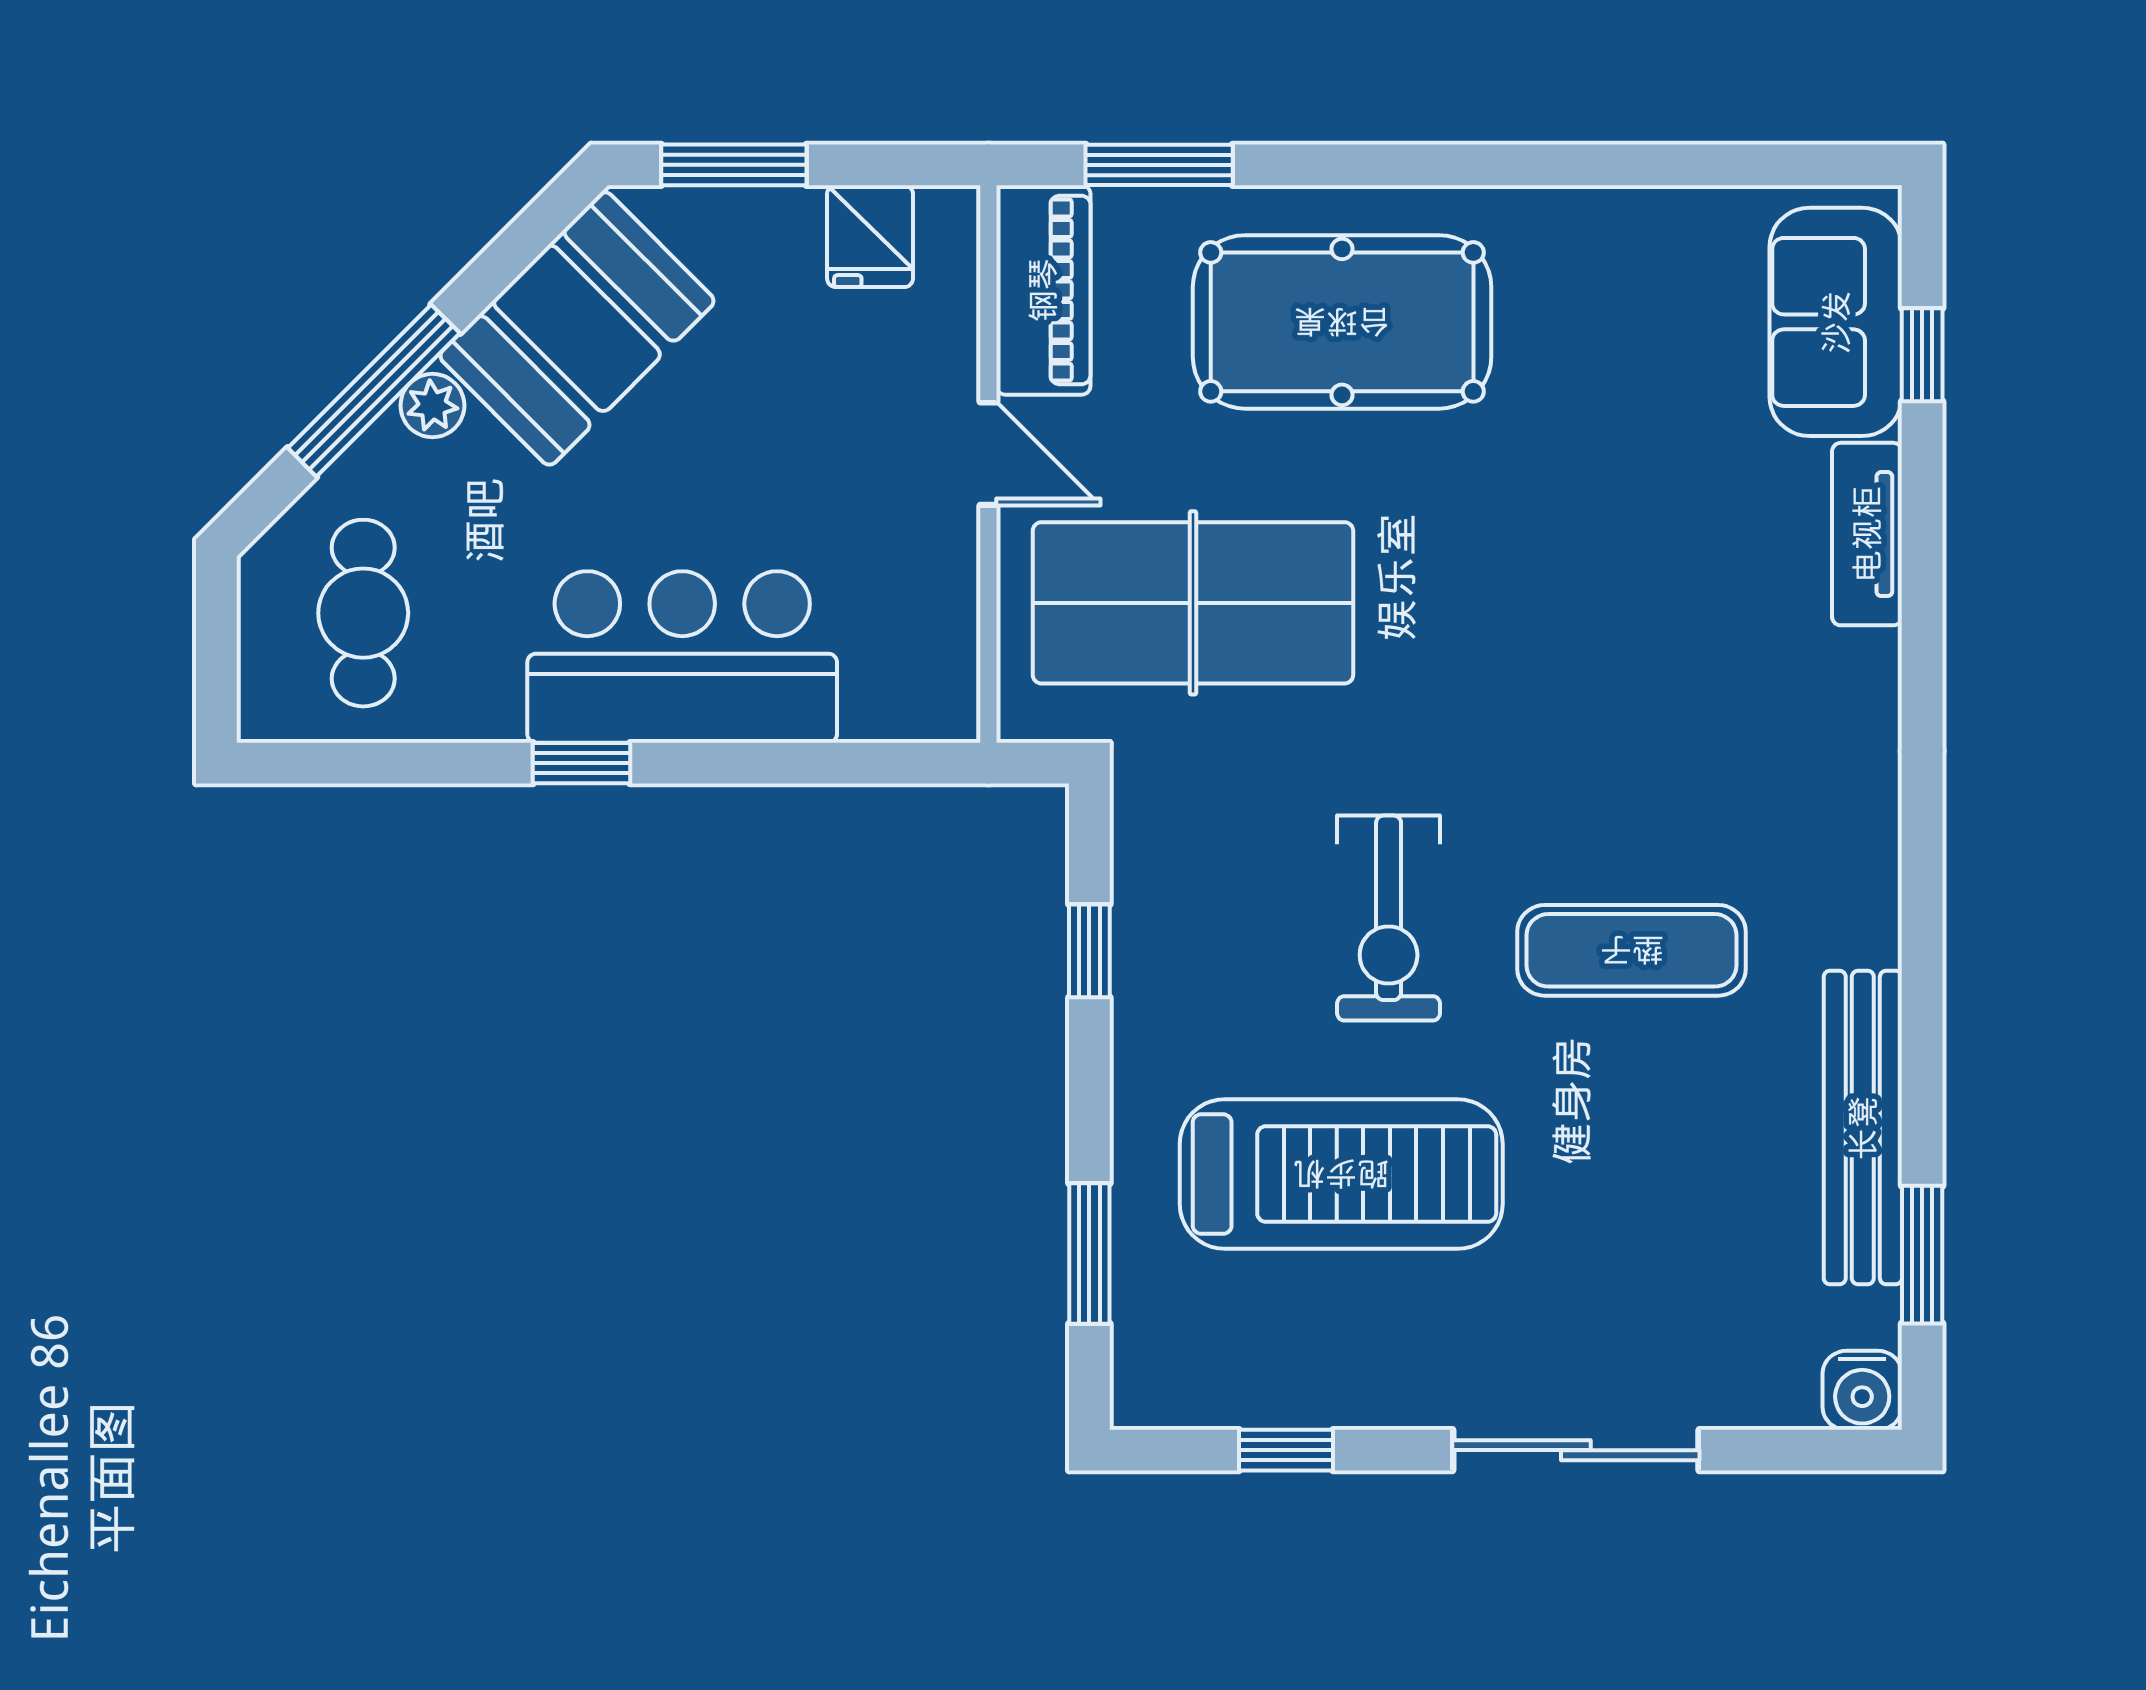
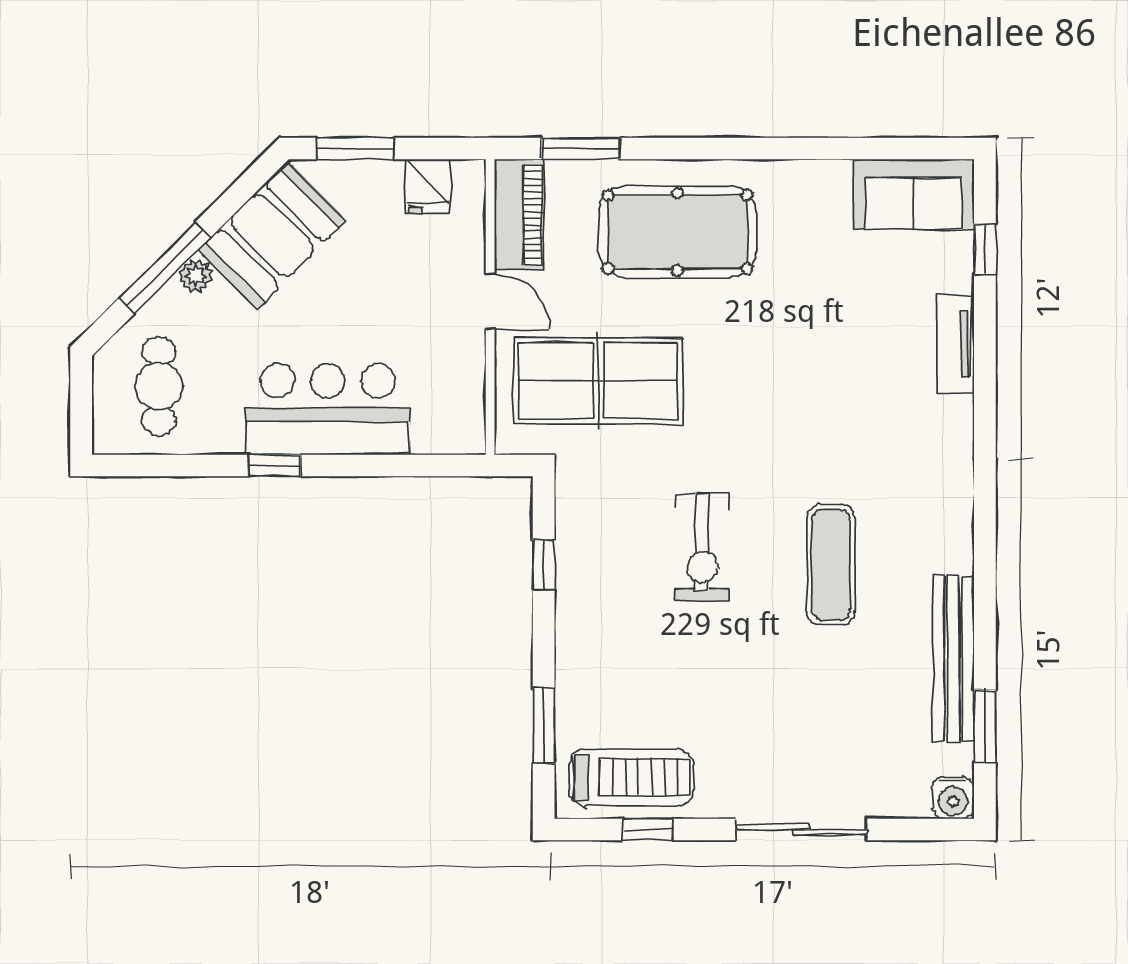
sofa: (1836, 322) -> (914, 194), moved, turned -90
exercise mat: (1632, 950) -> (831, 565), turned 90
treadmill: (1341, 1174) -> (631, 778), moved, width x0.73, depth x0.73

